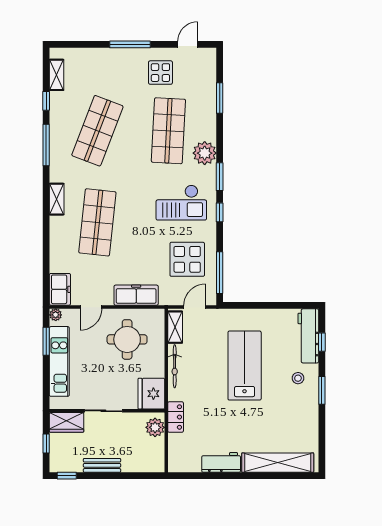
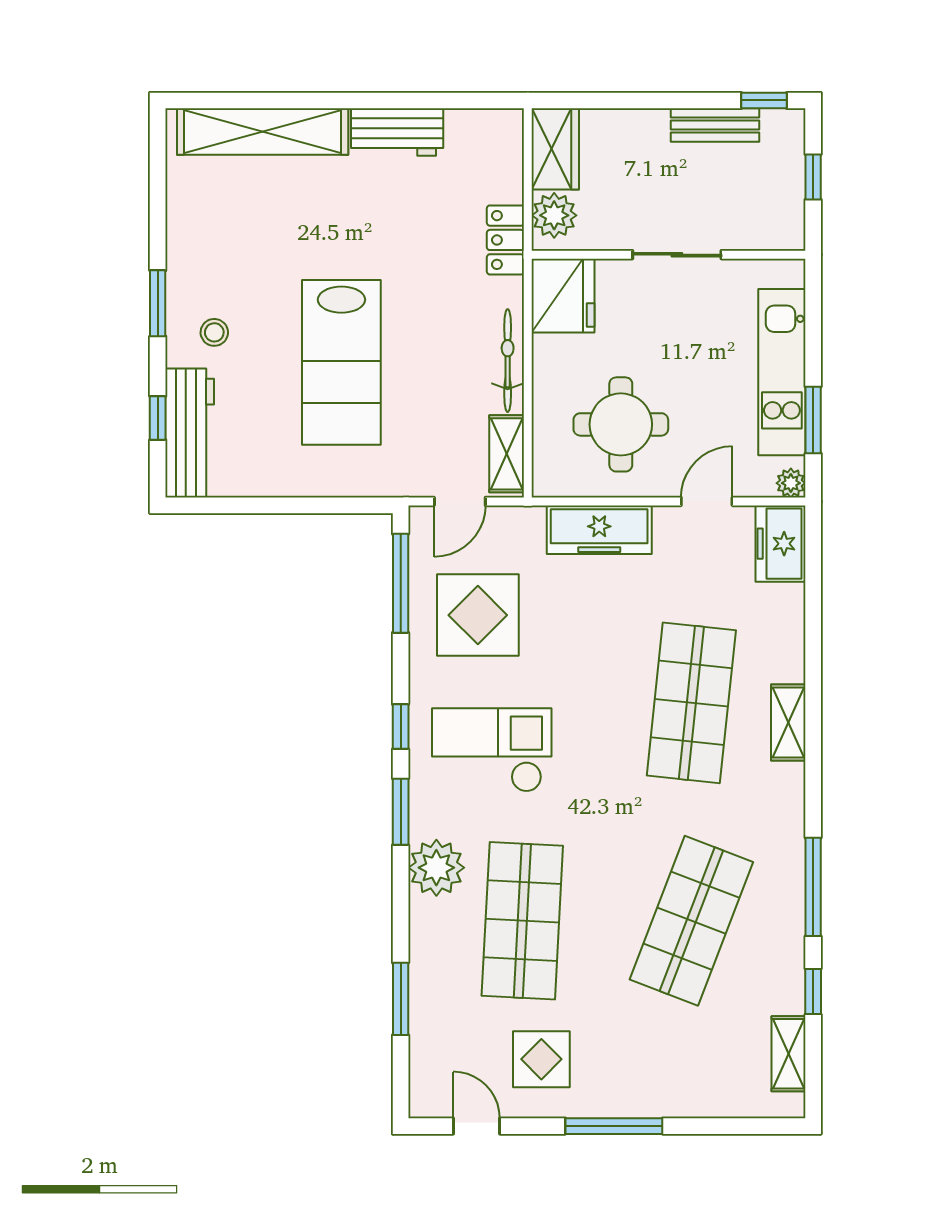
door: (188, 44) -> (476, 1126), swing flipped
shelving: (57, 199) -> (788, 722), moved
wardrobe: (67, 422) -> (555, 149), moved, turned 90
bench: (102, 465) -> (715, 125), moved

